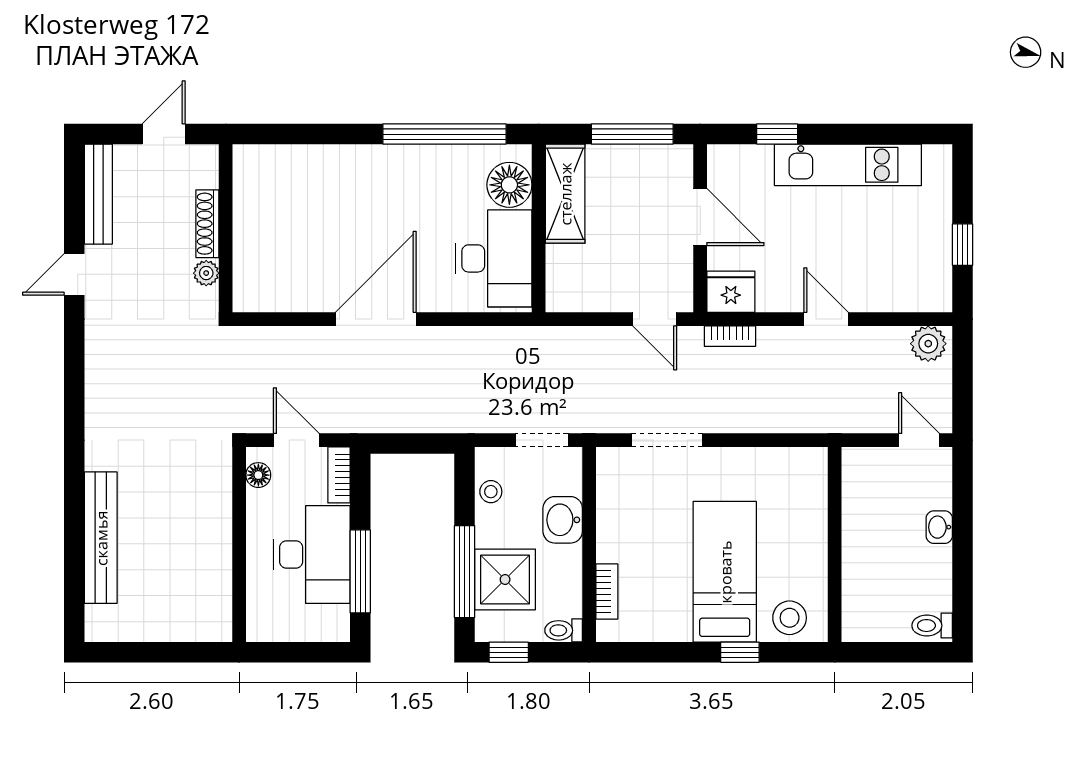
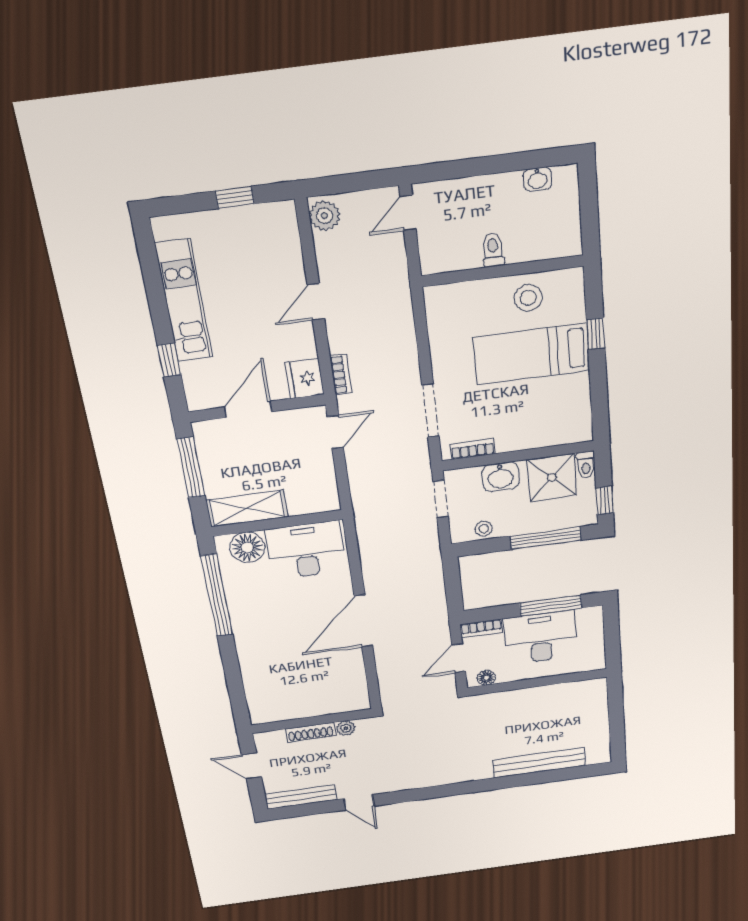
door: (376, 319) -> (363, 621), hinge flipped
washbasin: (939, 527) -> (538, 179), moved
shower: (505, 579) -> (552, 477), moved
bookcase: (607, 592) -> (472, 449), moved
stool: (790, 618) -> (528, 298), moved
toilet: (932, 626) -> (493, 250), moved, turned 180

